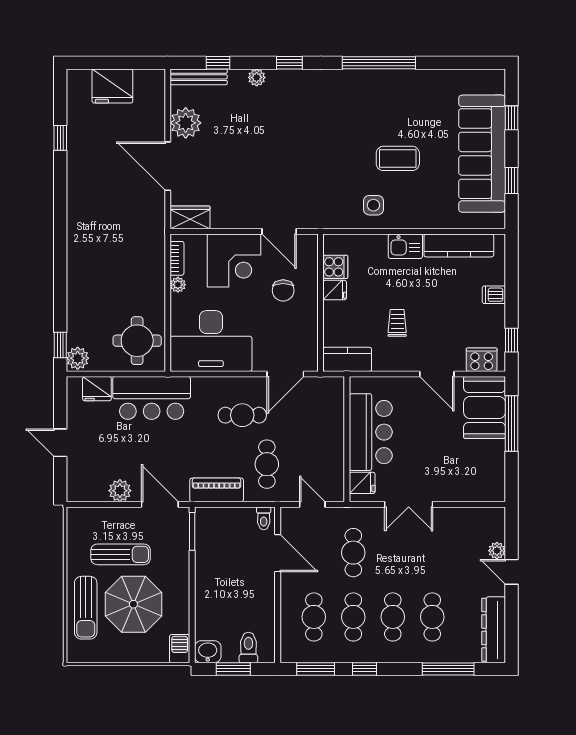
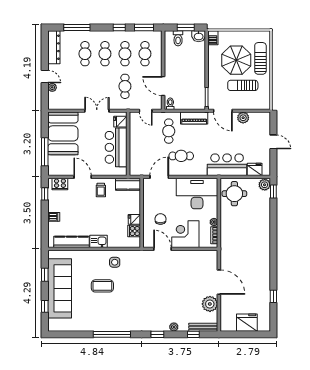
wardrobe: (190, 217) -> (208, 256), removed
trolley: (397, 323) -> (101, 190), moved
booth: (485, 407) -> (63, 133), moved, width x1.36, depth x1.42

